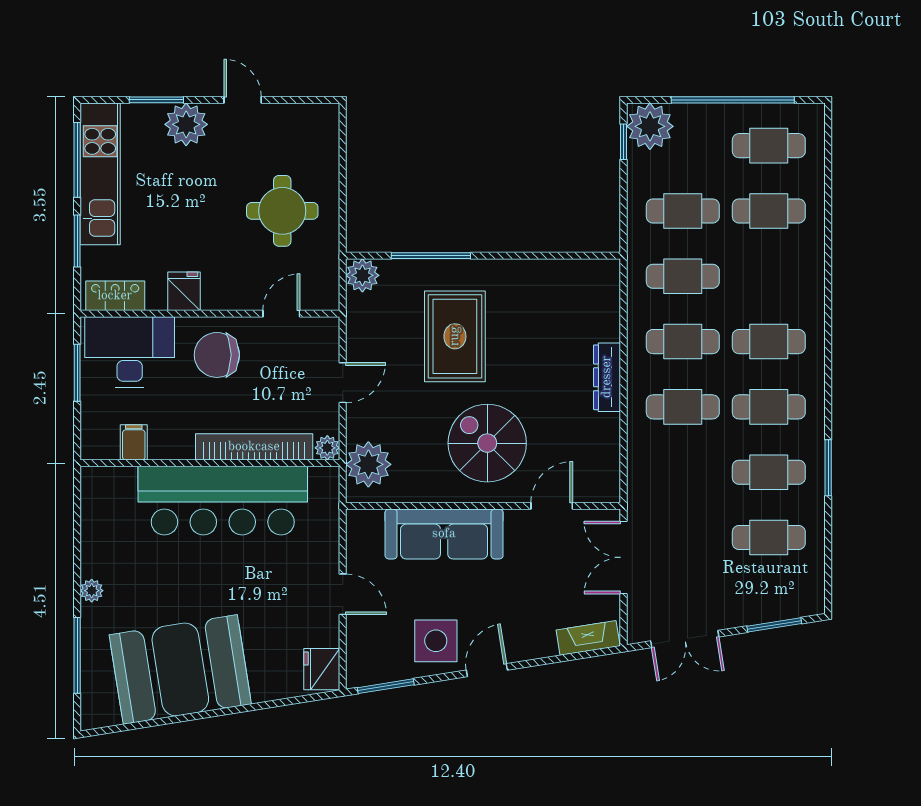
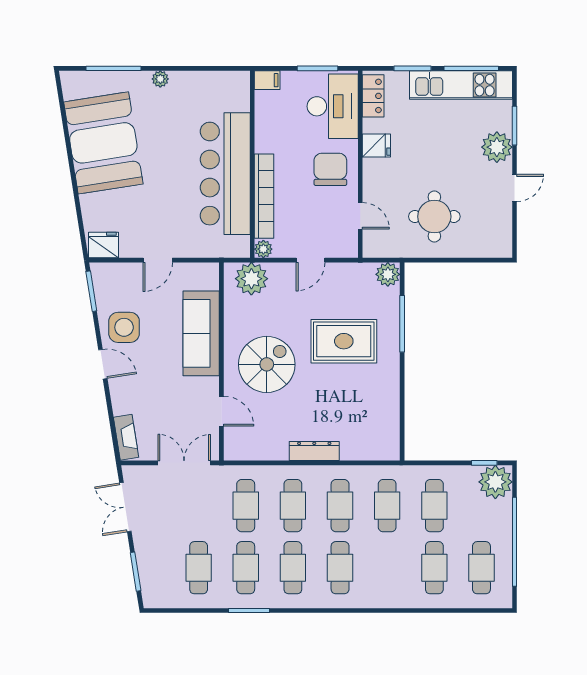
door: (343, 383) -> (310, 260), hinge flipped
filing cabinet: (134, 442) -> (267, 80), moved
cafe table: (683, 472) -> (246, 506), added

